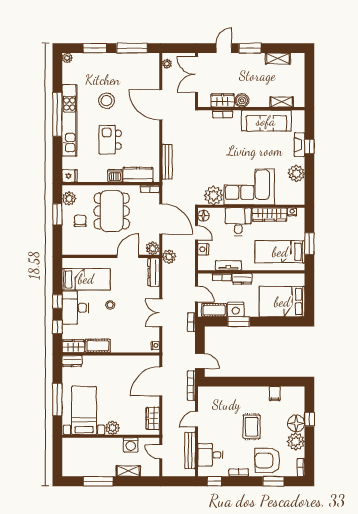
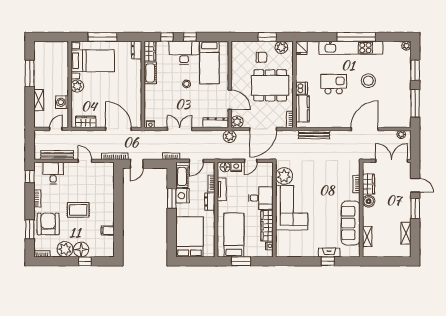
plant: (296, 173) -> (304, 250), removed
floor lamp: (203, 216) -> (225, 167), moved

